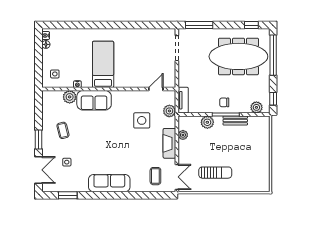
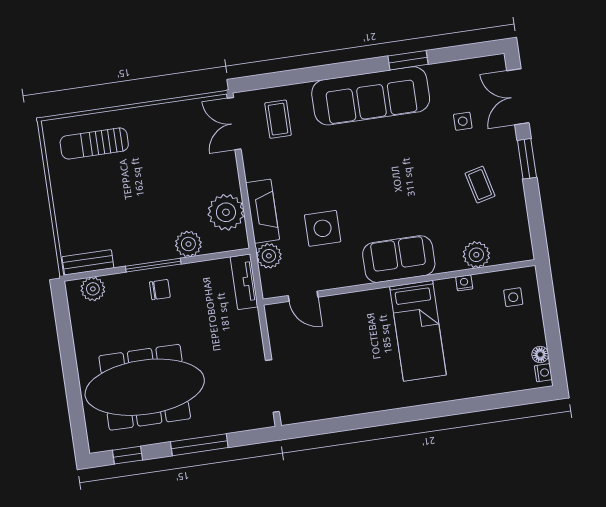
window: (199, 25) -> (199, 445), moved
window: (273, 55) -> (75, 400), removed
door: (156, 89) -> (303, 296), hinge flipped
window: (273, 99) -> (62, 311), removed
sofa: (94, 100) -> (399, 259), moved
bench: (235, 121) -> (88, 262), moved
plant: (183, 135) -> (226, 212), width x1.87, depth x1.87
fireplace: (169, 143) -> (263, 211), moved
sun lounger: (215, 173) -> (94, 143), moved
sofa: (109, 183) -> (371, 96), width x1.36, depth x1.27
window: (68, 195) -> (408, 60), moved

